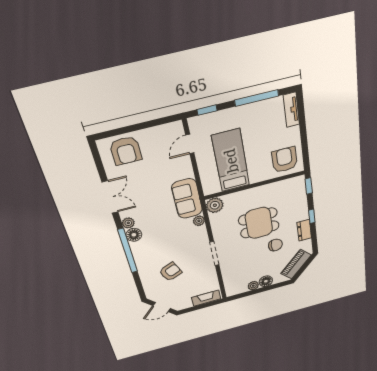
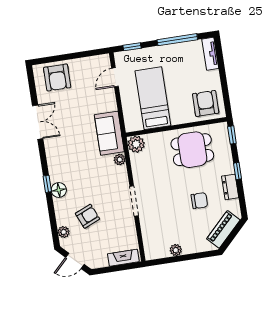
plant: (128, 223) -> (64, 232), moved
dining table: (259, 223) -> (192, 150), moved
floor lamp: (134, 235) -> (59, 190), moved
window: (128, 251) -> (47, 184), width x0.32
floor lamp: (266, 281) -> (190, 247), removed

